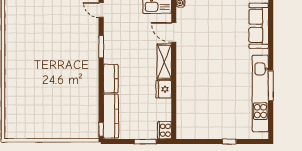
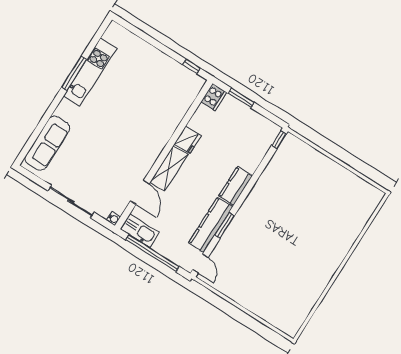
kitchen unit: (260, 93) -> (90, 72), width x0.73
kitchen counter: (111, 116) -> (211, 225), moved
window: (229, 142) -> (191, 66), moved

